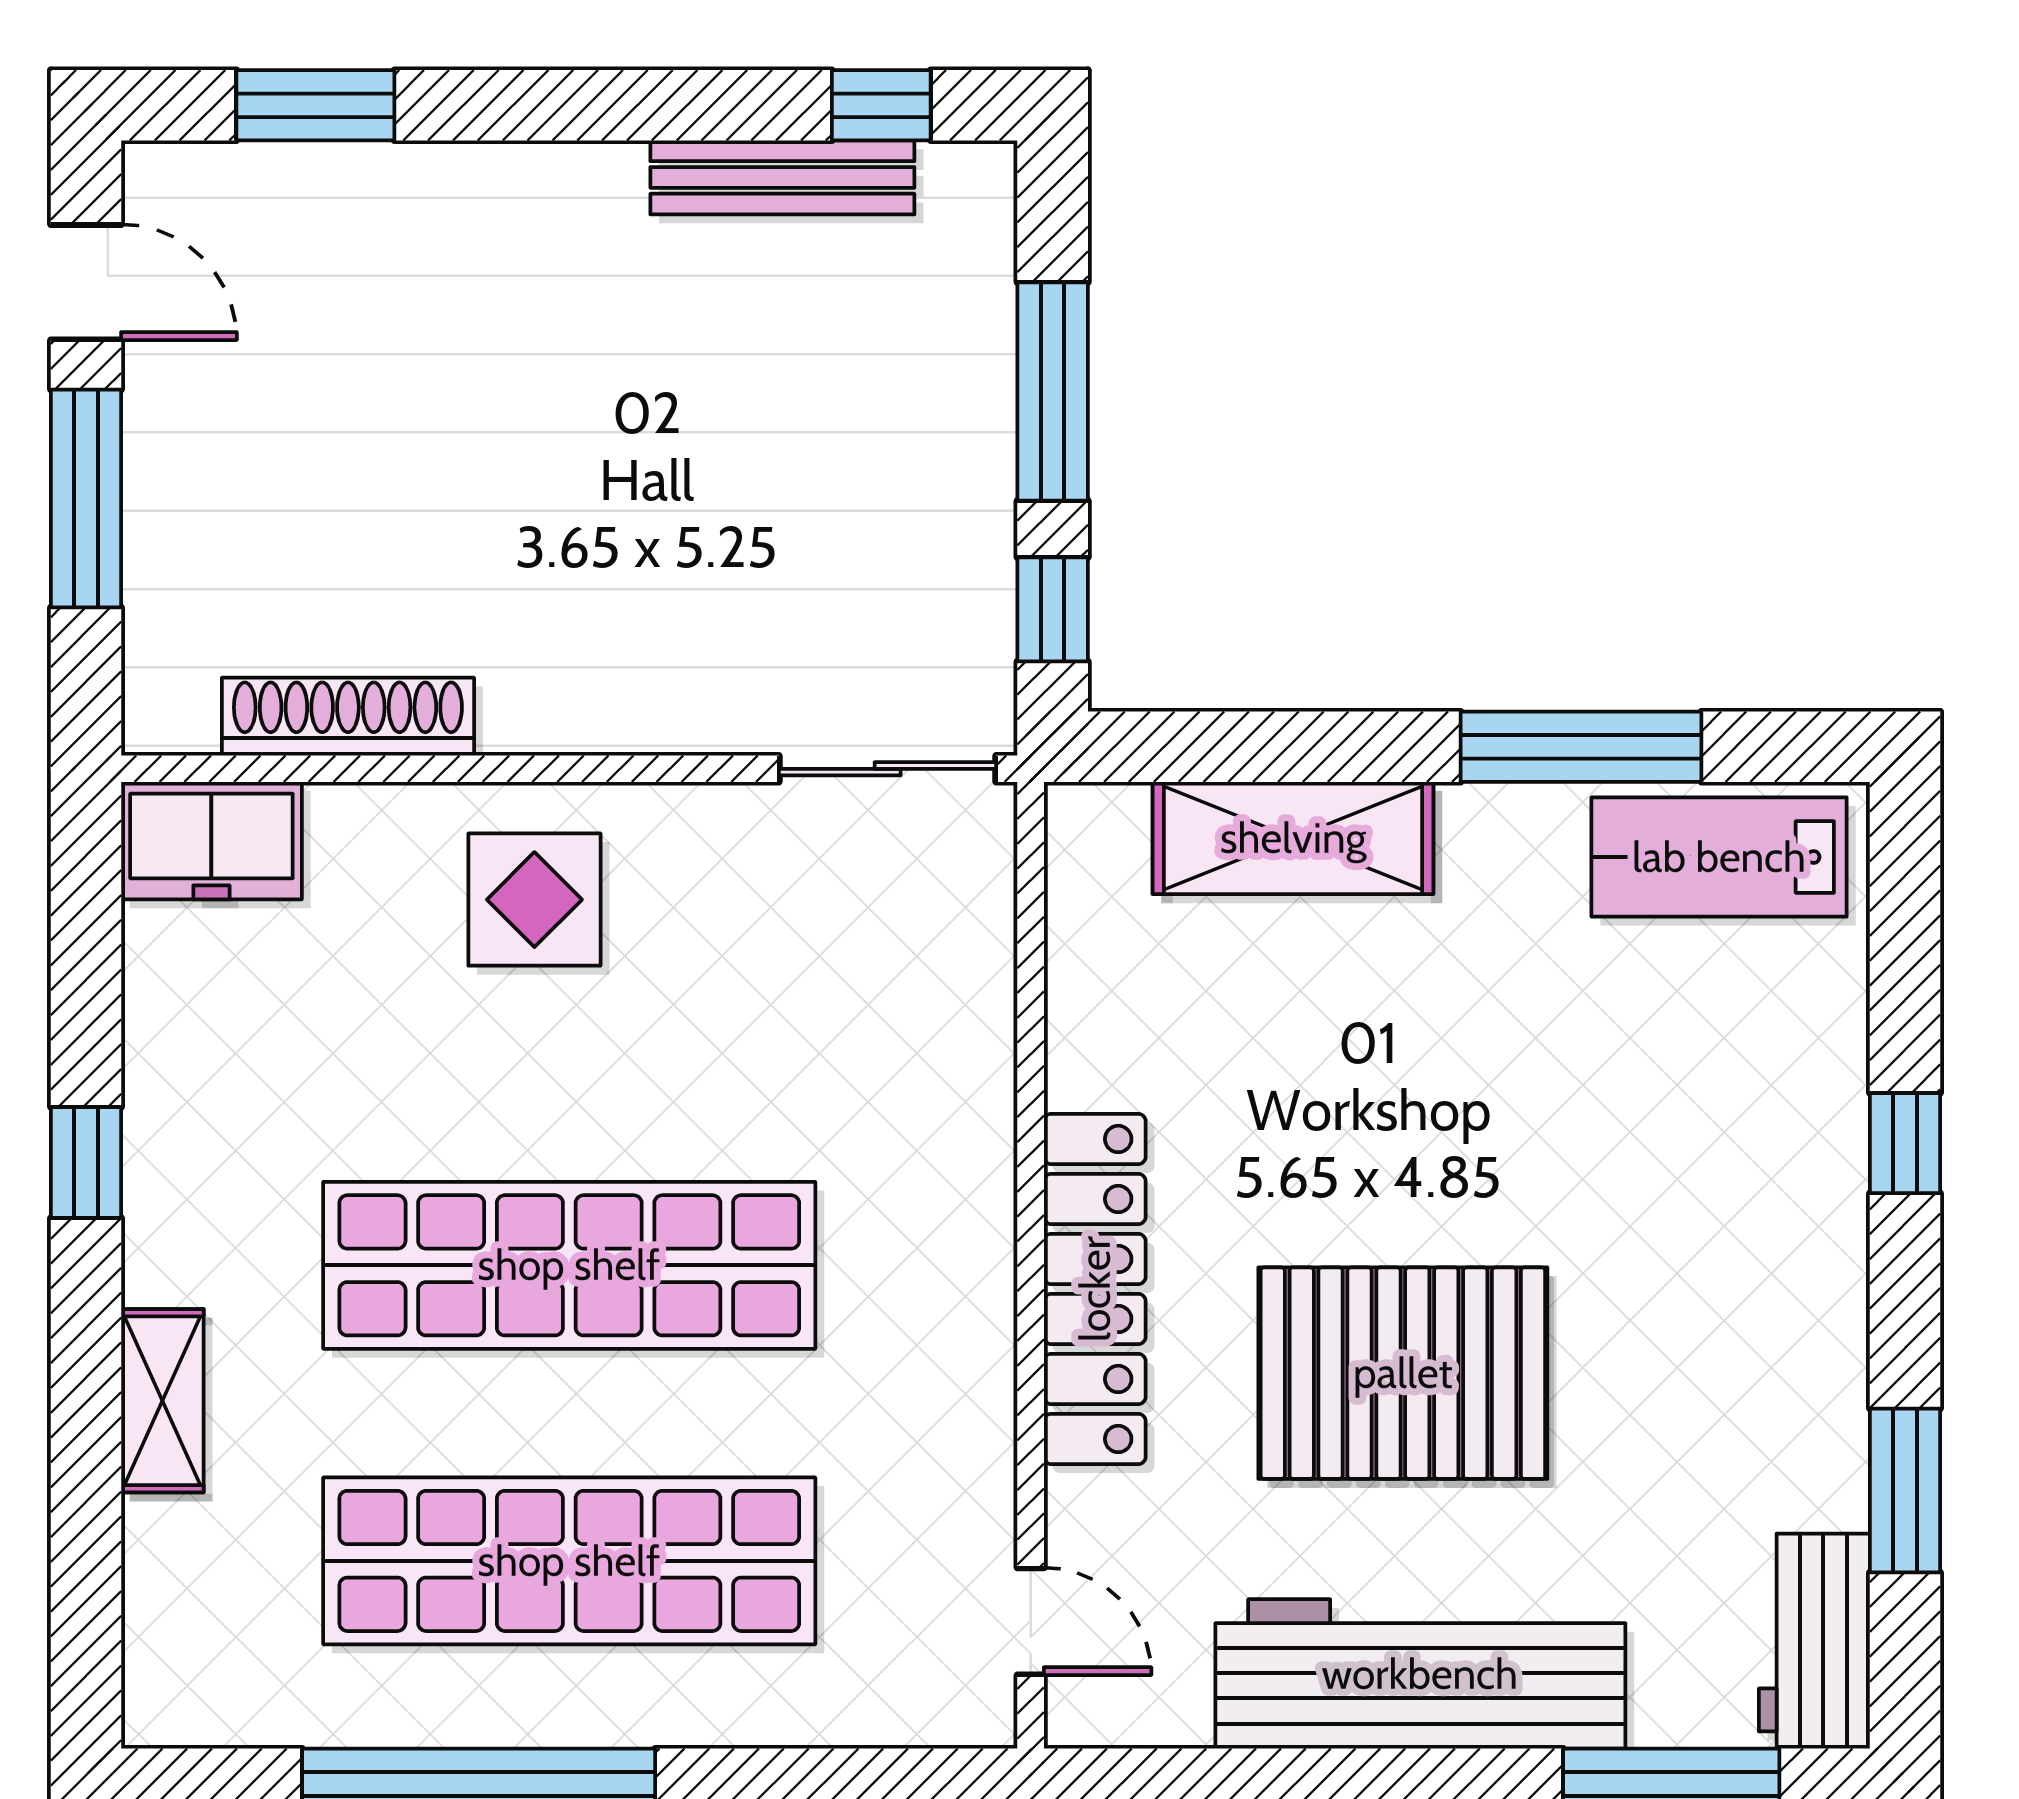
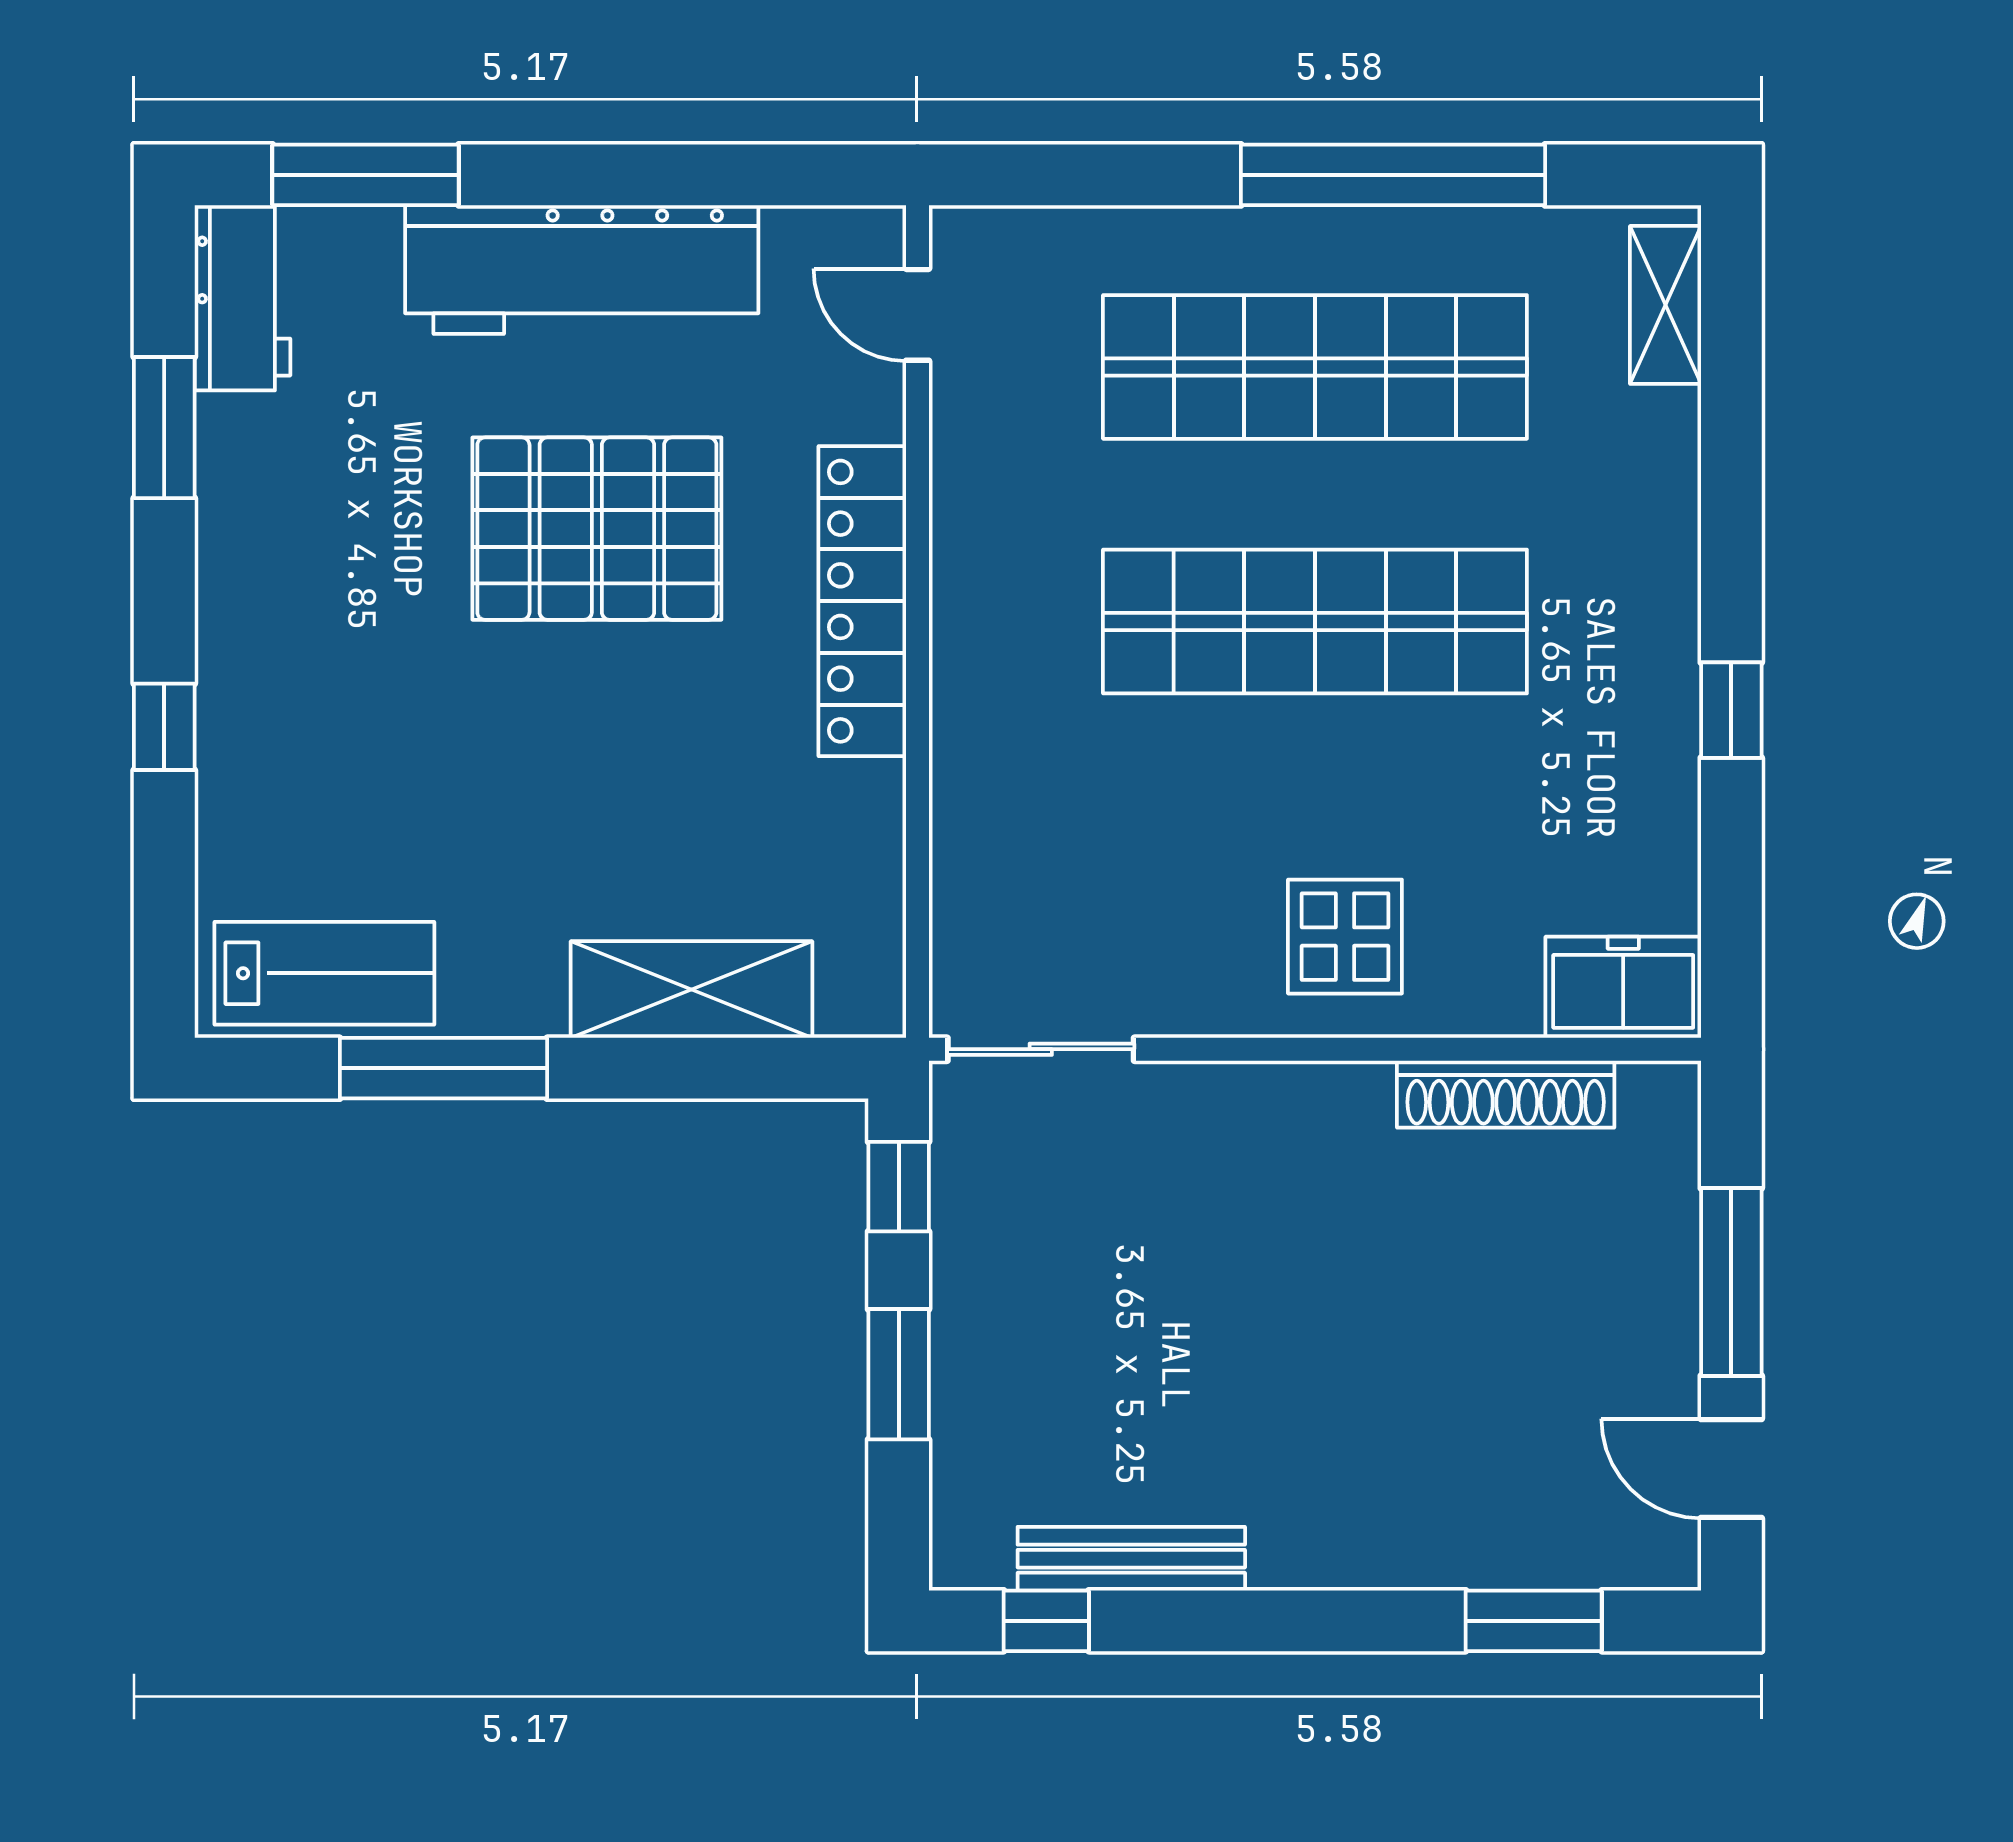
window: (1053, 391) -> (899, 1374), width x0.69
shelving: (162, 1401) -> (1665, 305), moved

